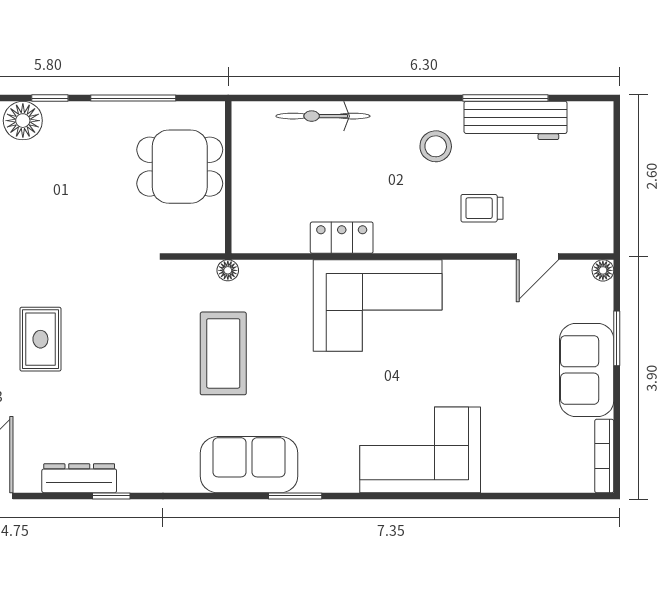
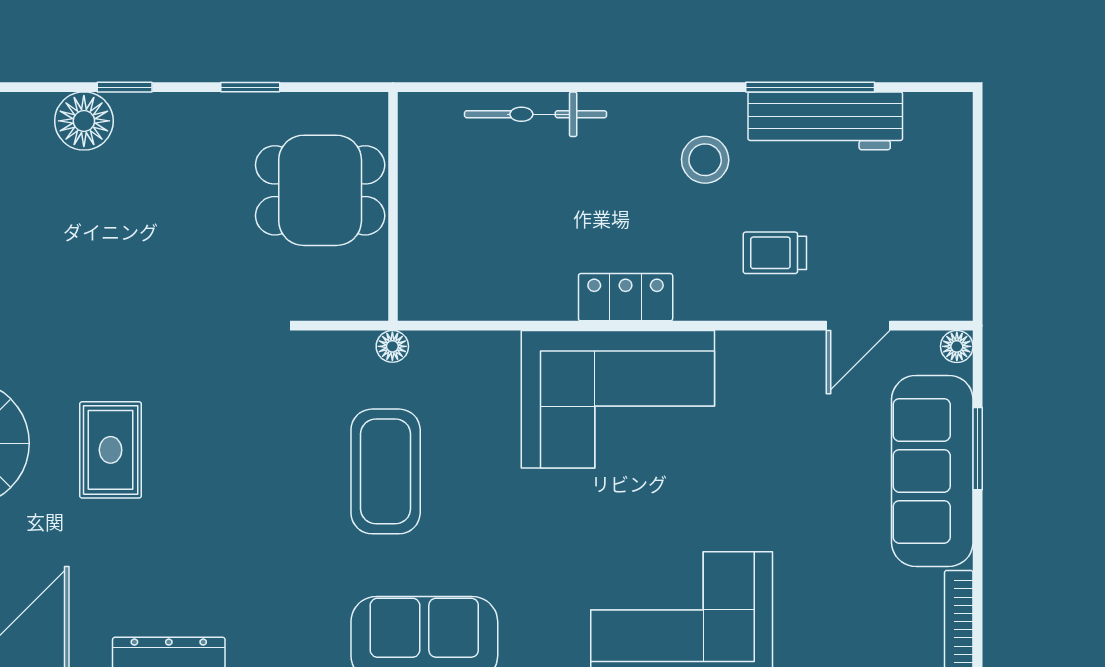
window: (133, 98) -> (250, 87), width x0.46
locker: (342, 238) -> (626, 297), moved
sofa: (587, 370) -> (932, 471), width x1.36

